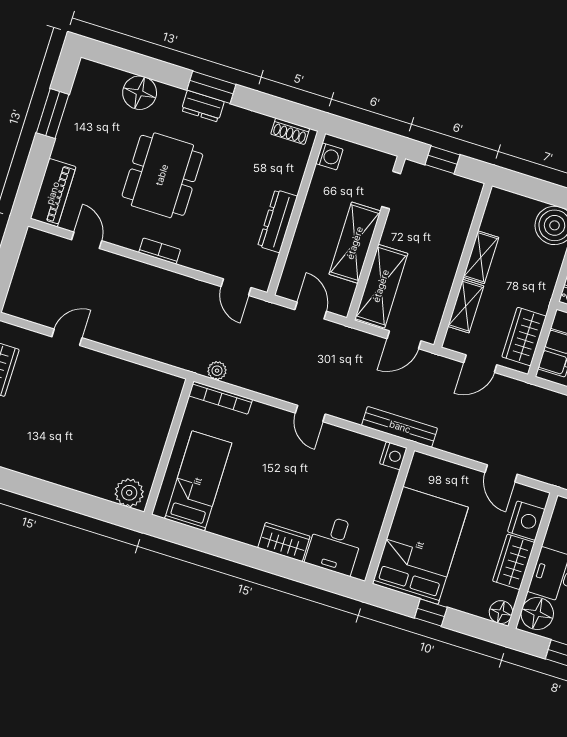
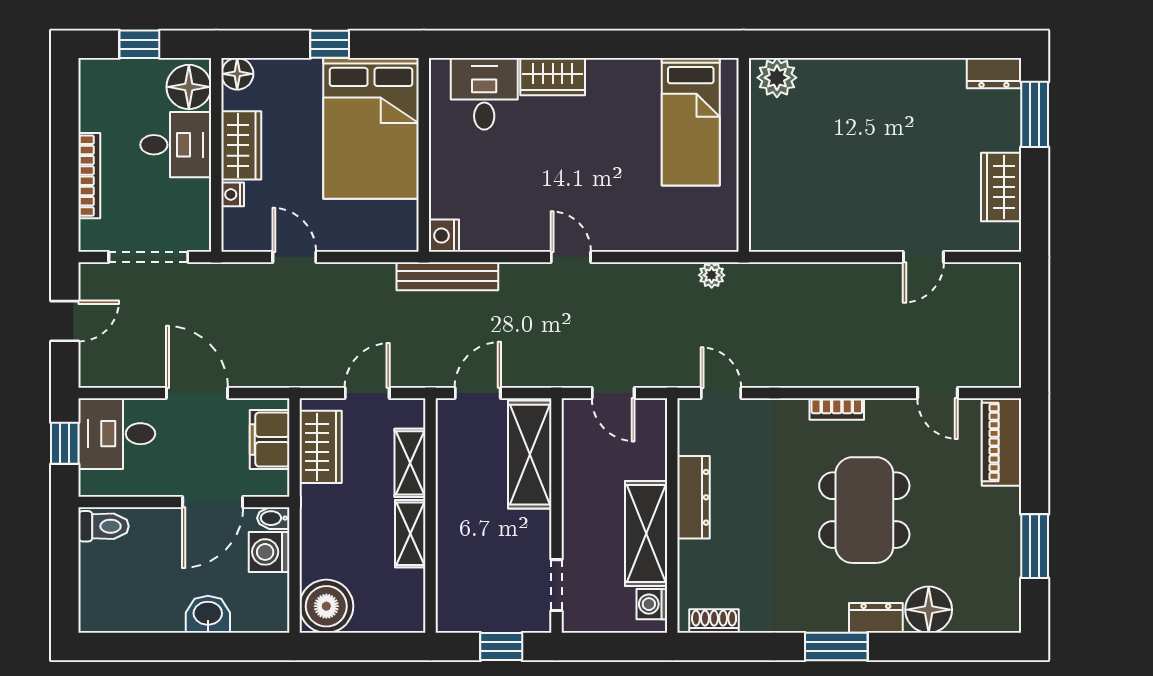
dresser: (203, 106) -> (876, 618), moved
shelving: (355, 243) -> (646, 534), moved
bookcase: (221, 398) -> (696, 241), removed
nightstand: (526, 521) -> (233, 194), width x0.53, depth x0.56

